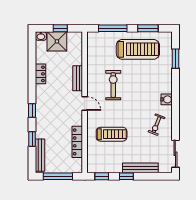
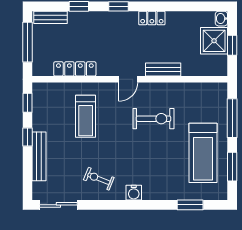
locker: (40, 74) -> (152, 18), moved
bench: (40, 155) -> (51, 17), width x0.73

